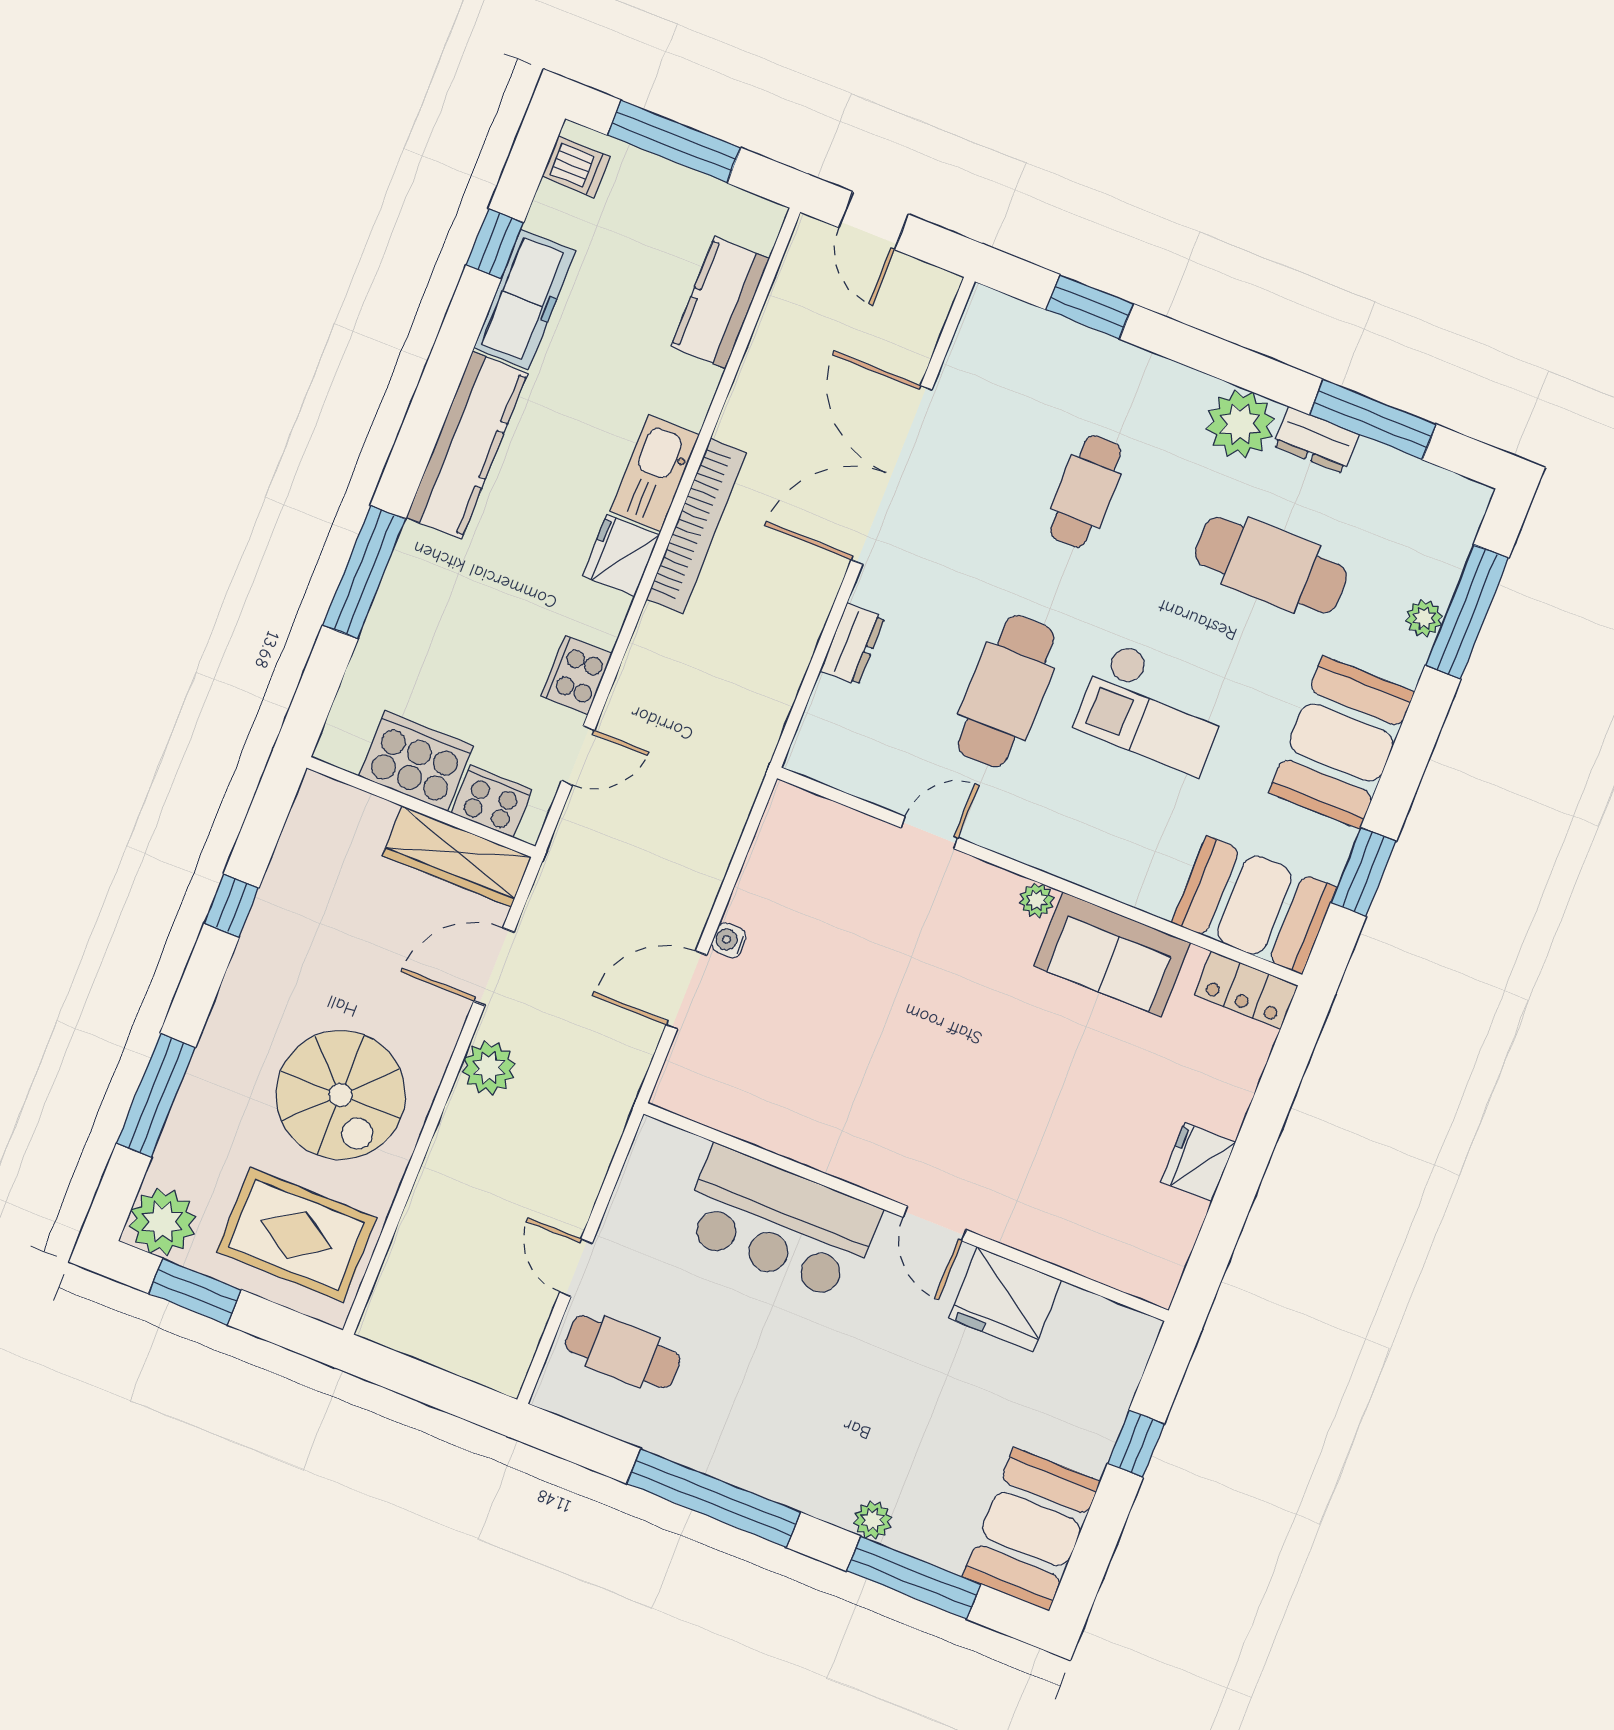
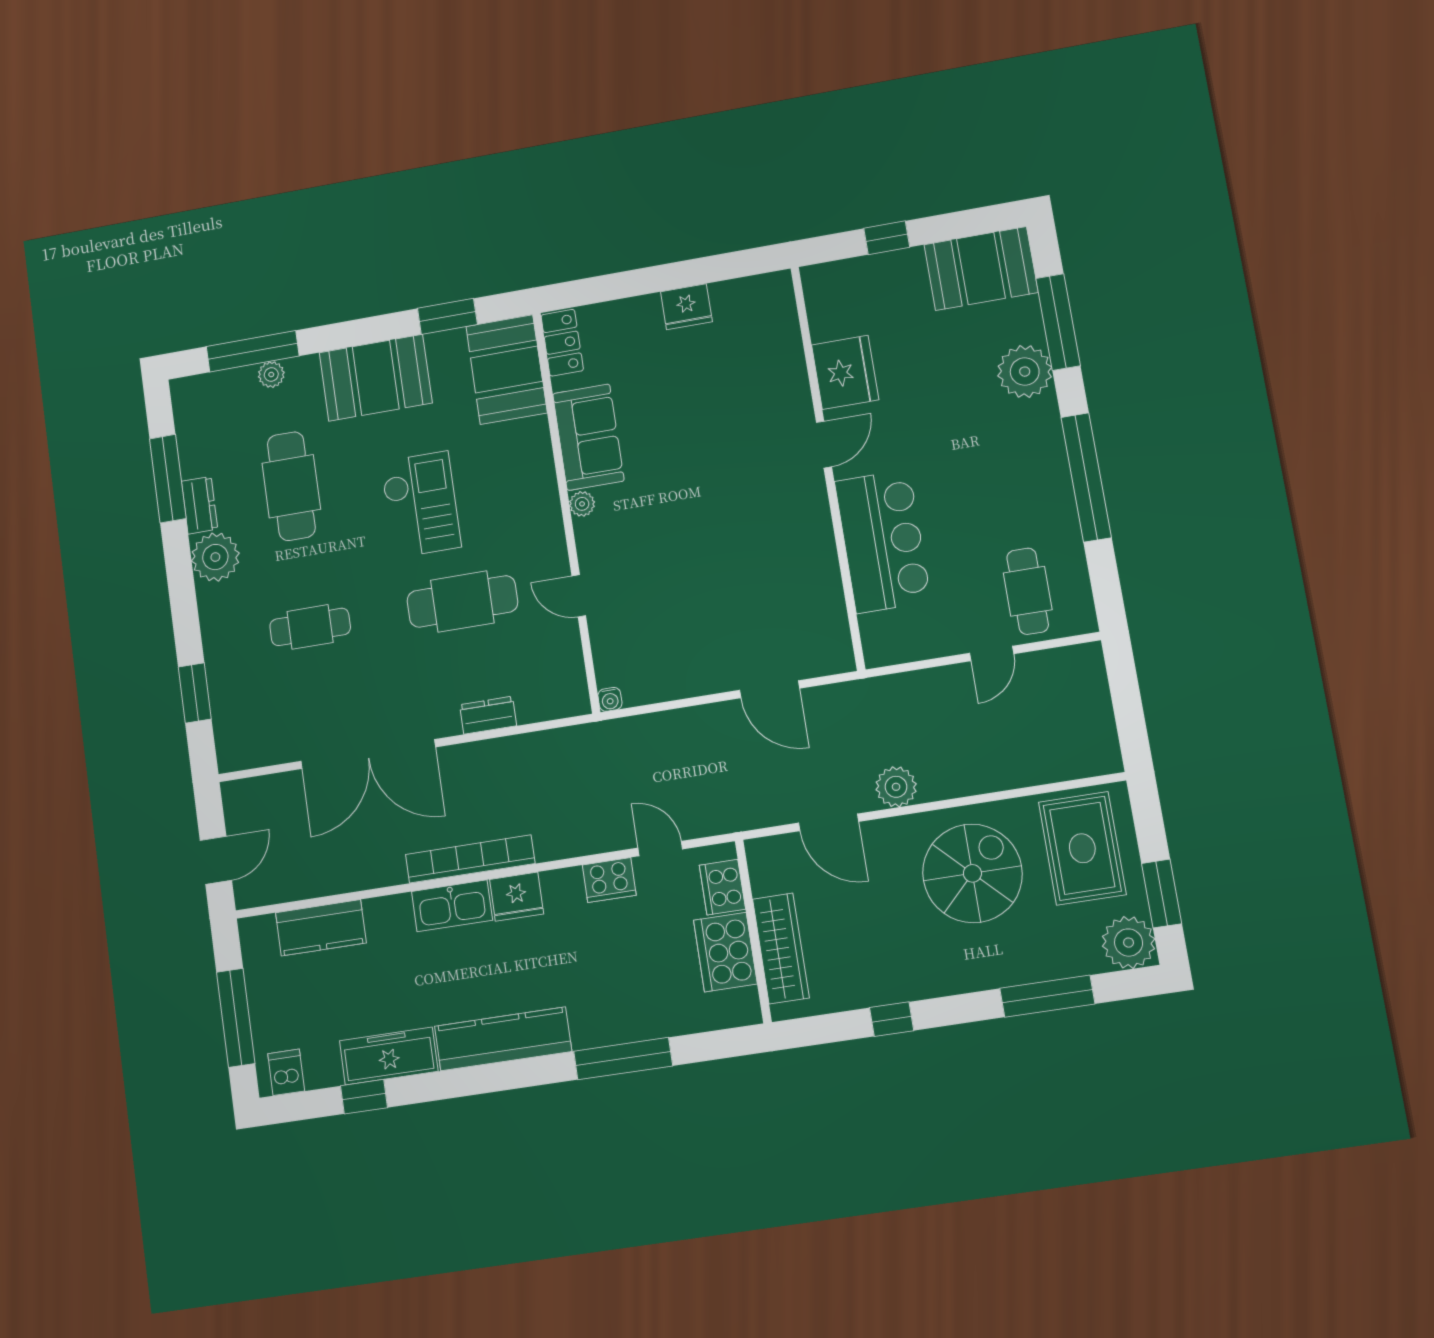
wardrobe: (457, 856) -> (781, 948), moved
water cooler: (729, 940) -> (610, 699), moved
plant: (873, 1520) -> (1025, 372), width x1.87, depth x1.87

